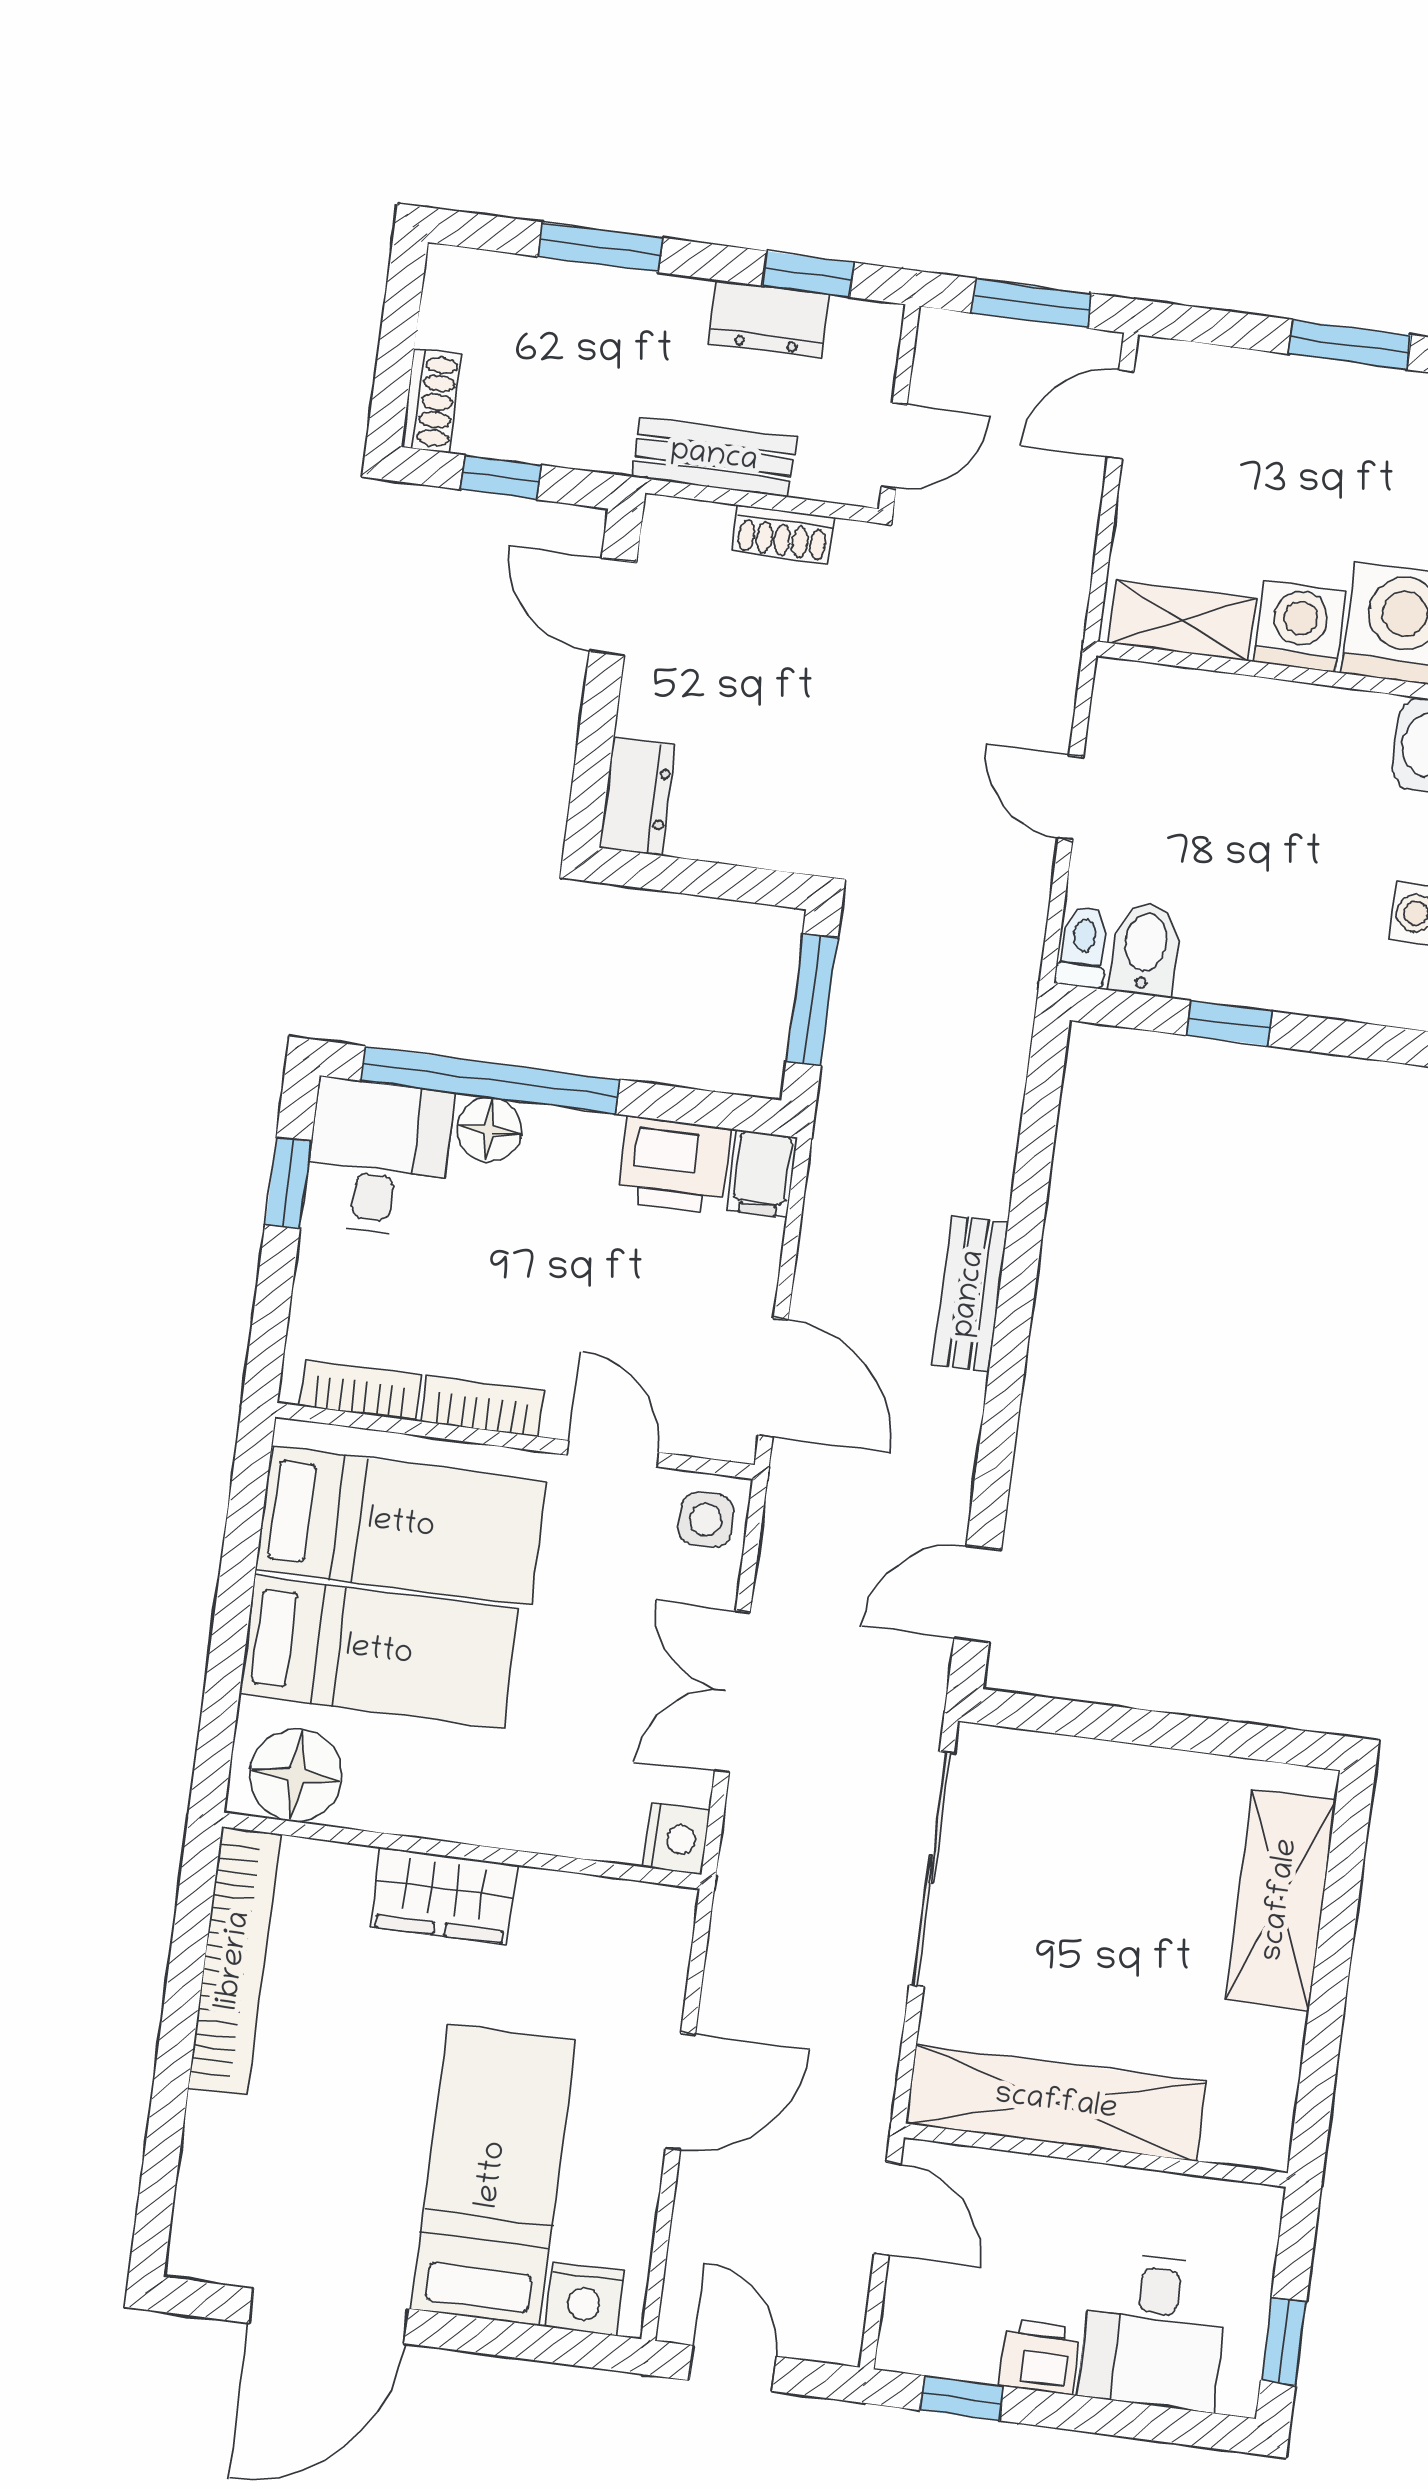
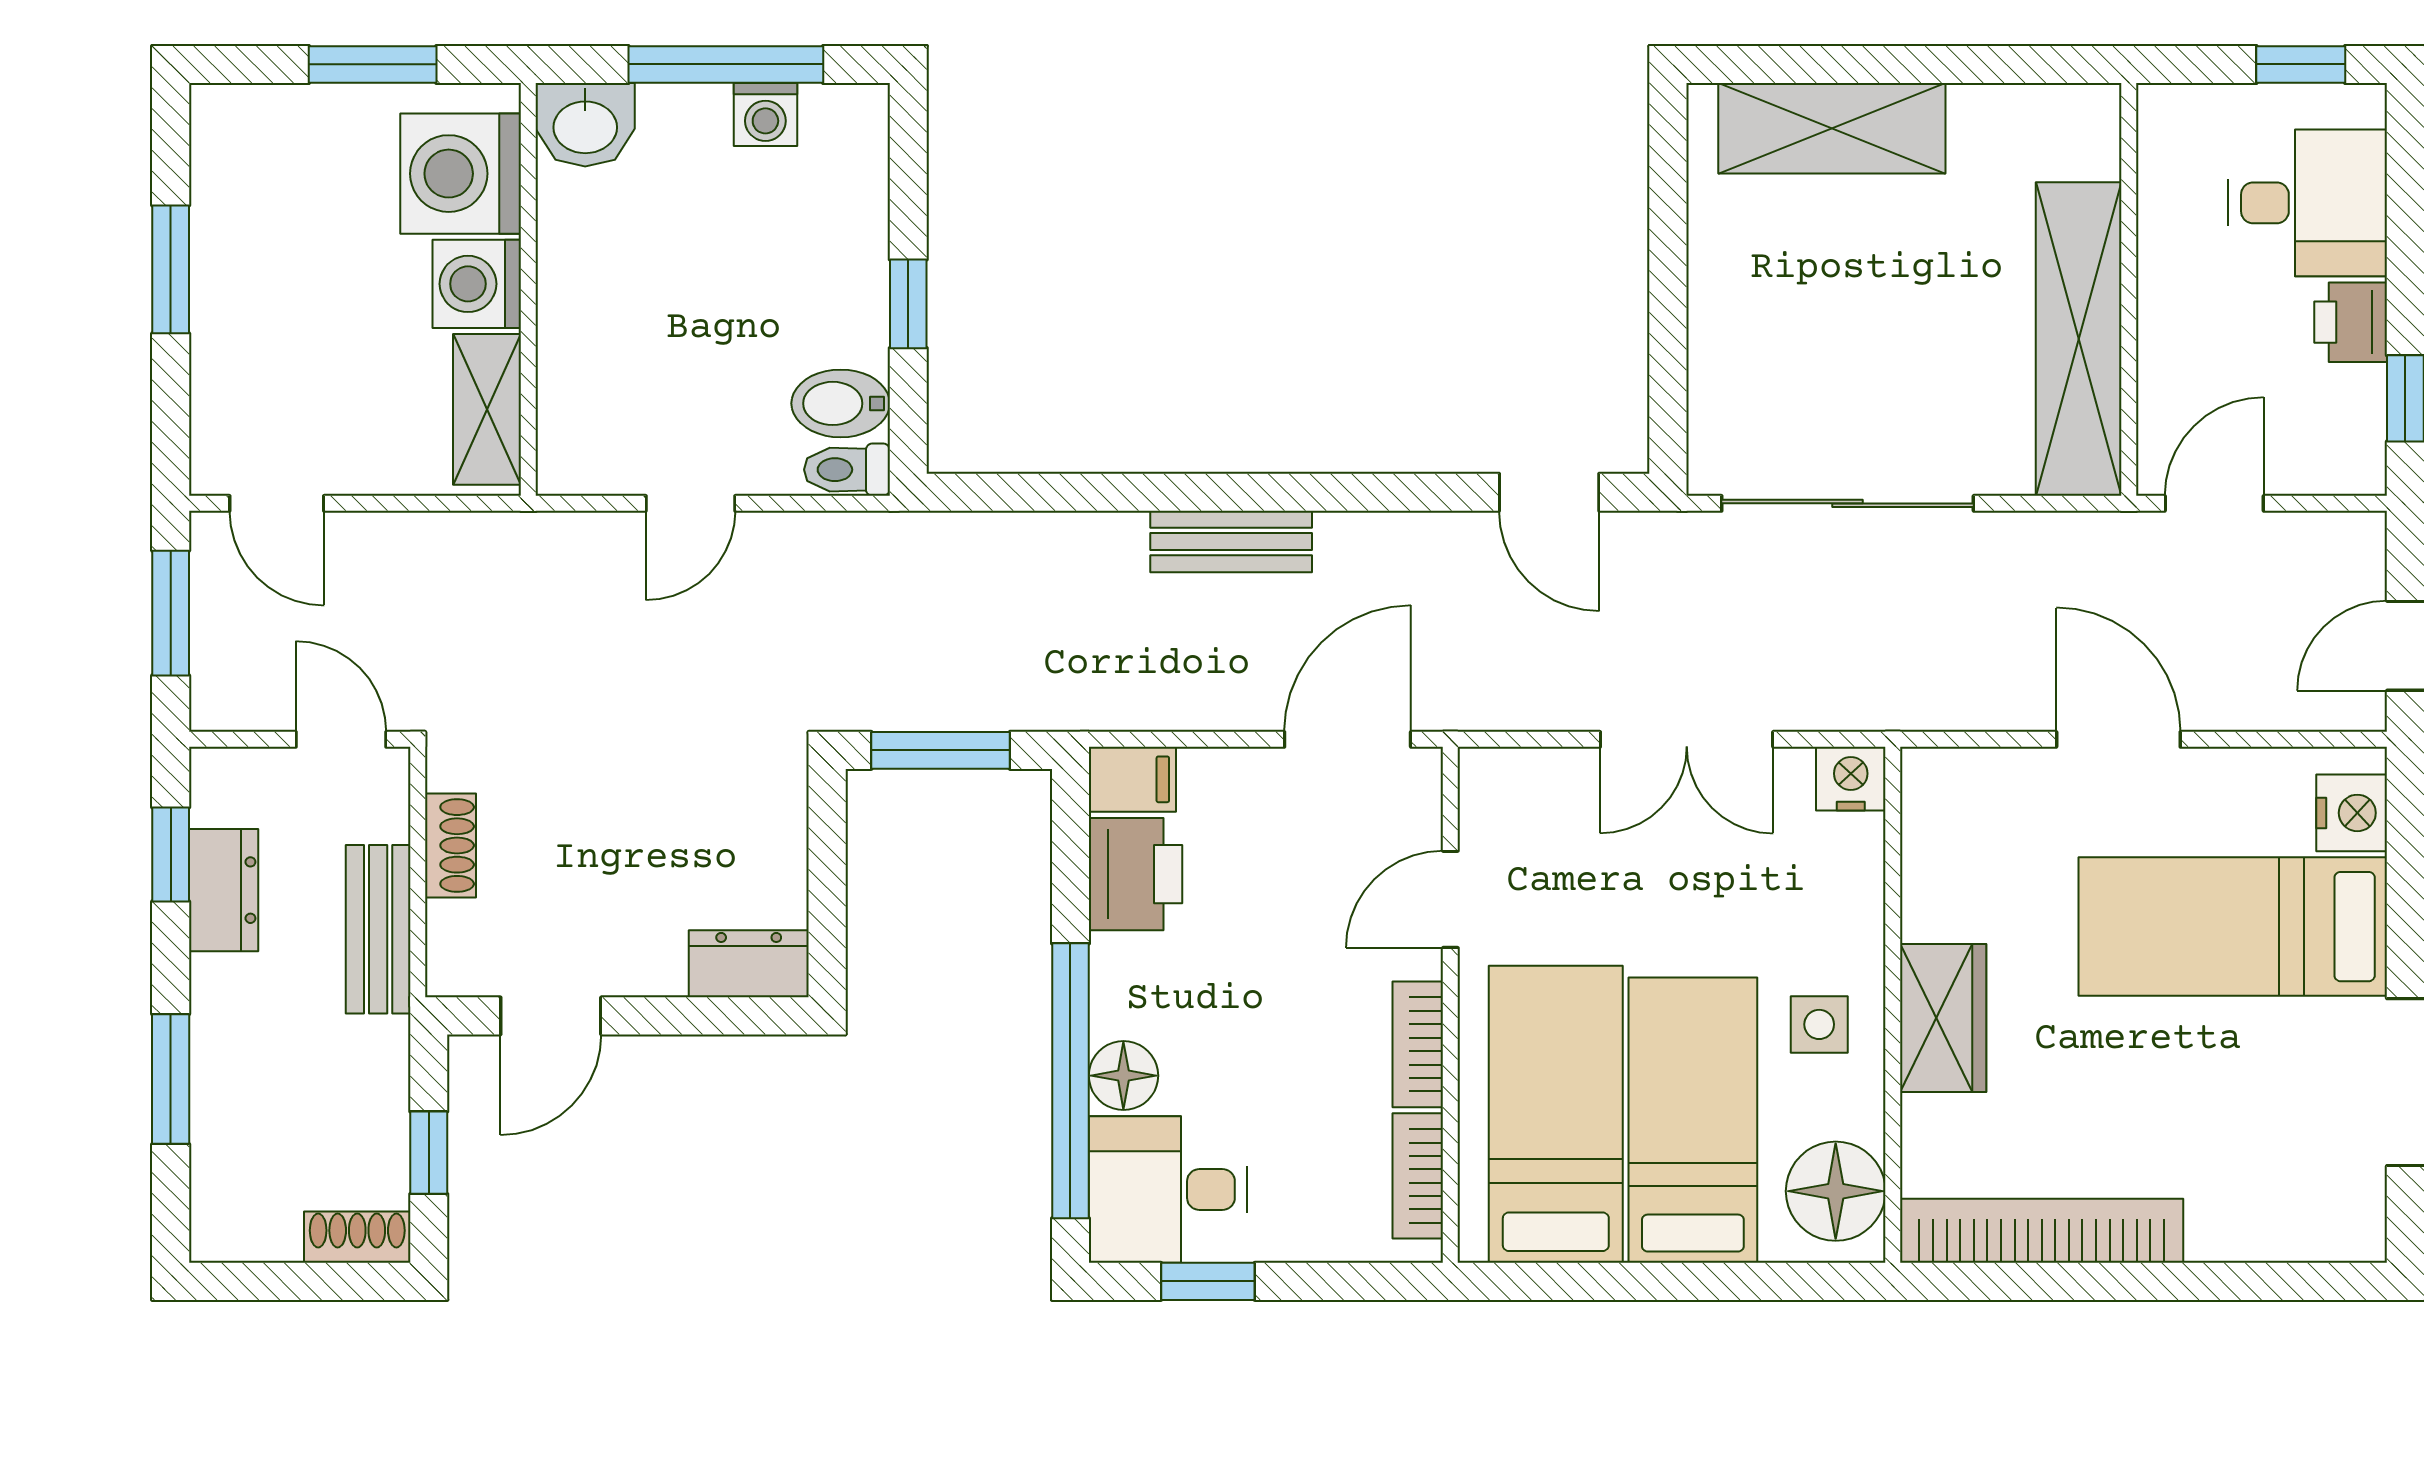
side table: (706, 1520) -> (1819, 1024), moved

